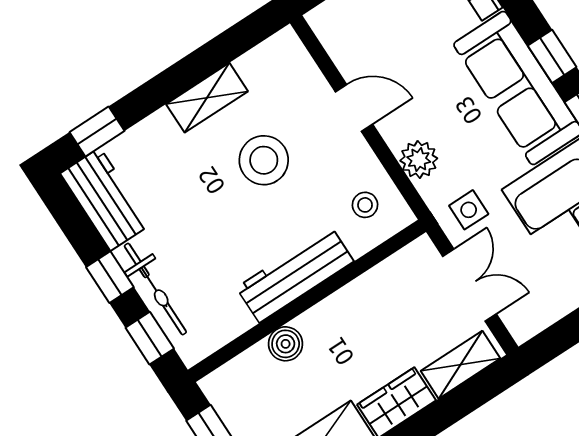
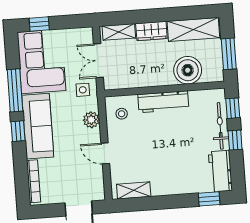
shelving: (207, 98) -> (134, 190), moved
stool: (264, 160) -> (151, 152), removed
boiler: (286, 344) -> (188, 70), width x1.86, depth x1.86

